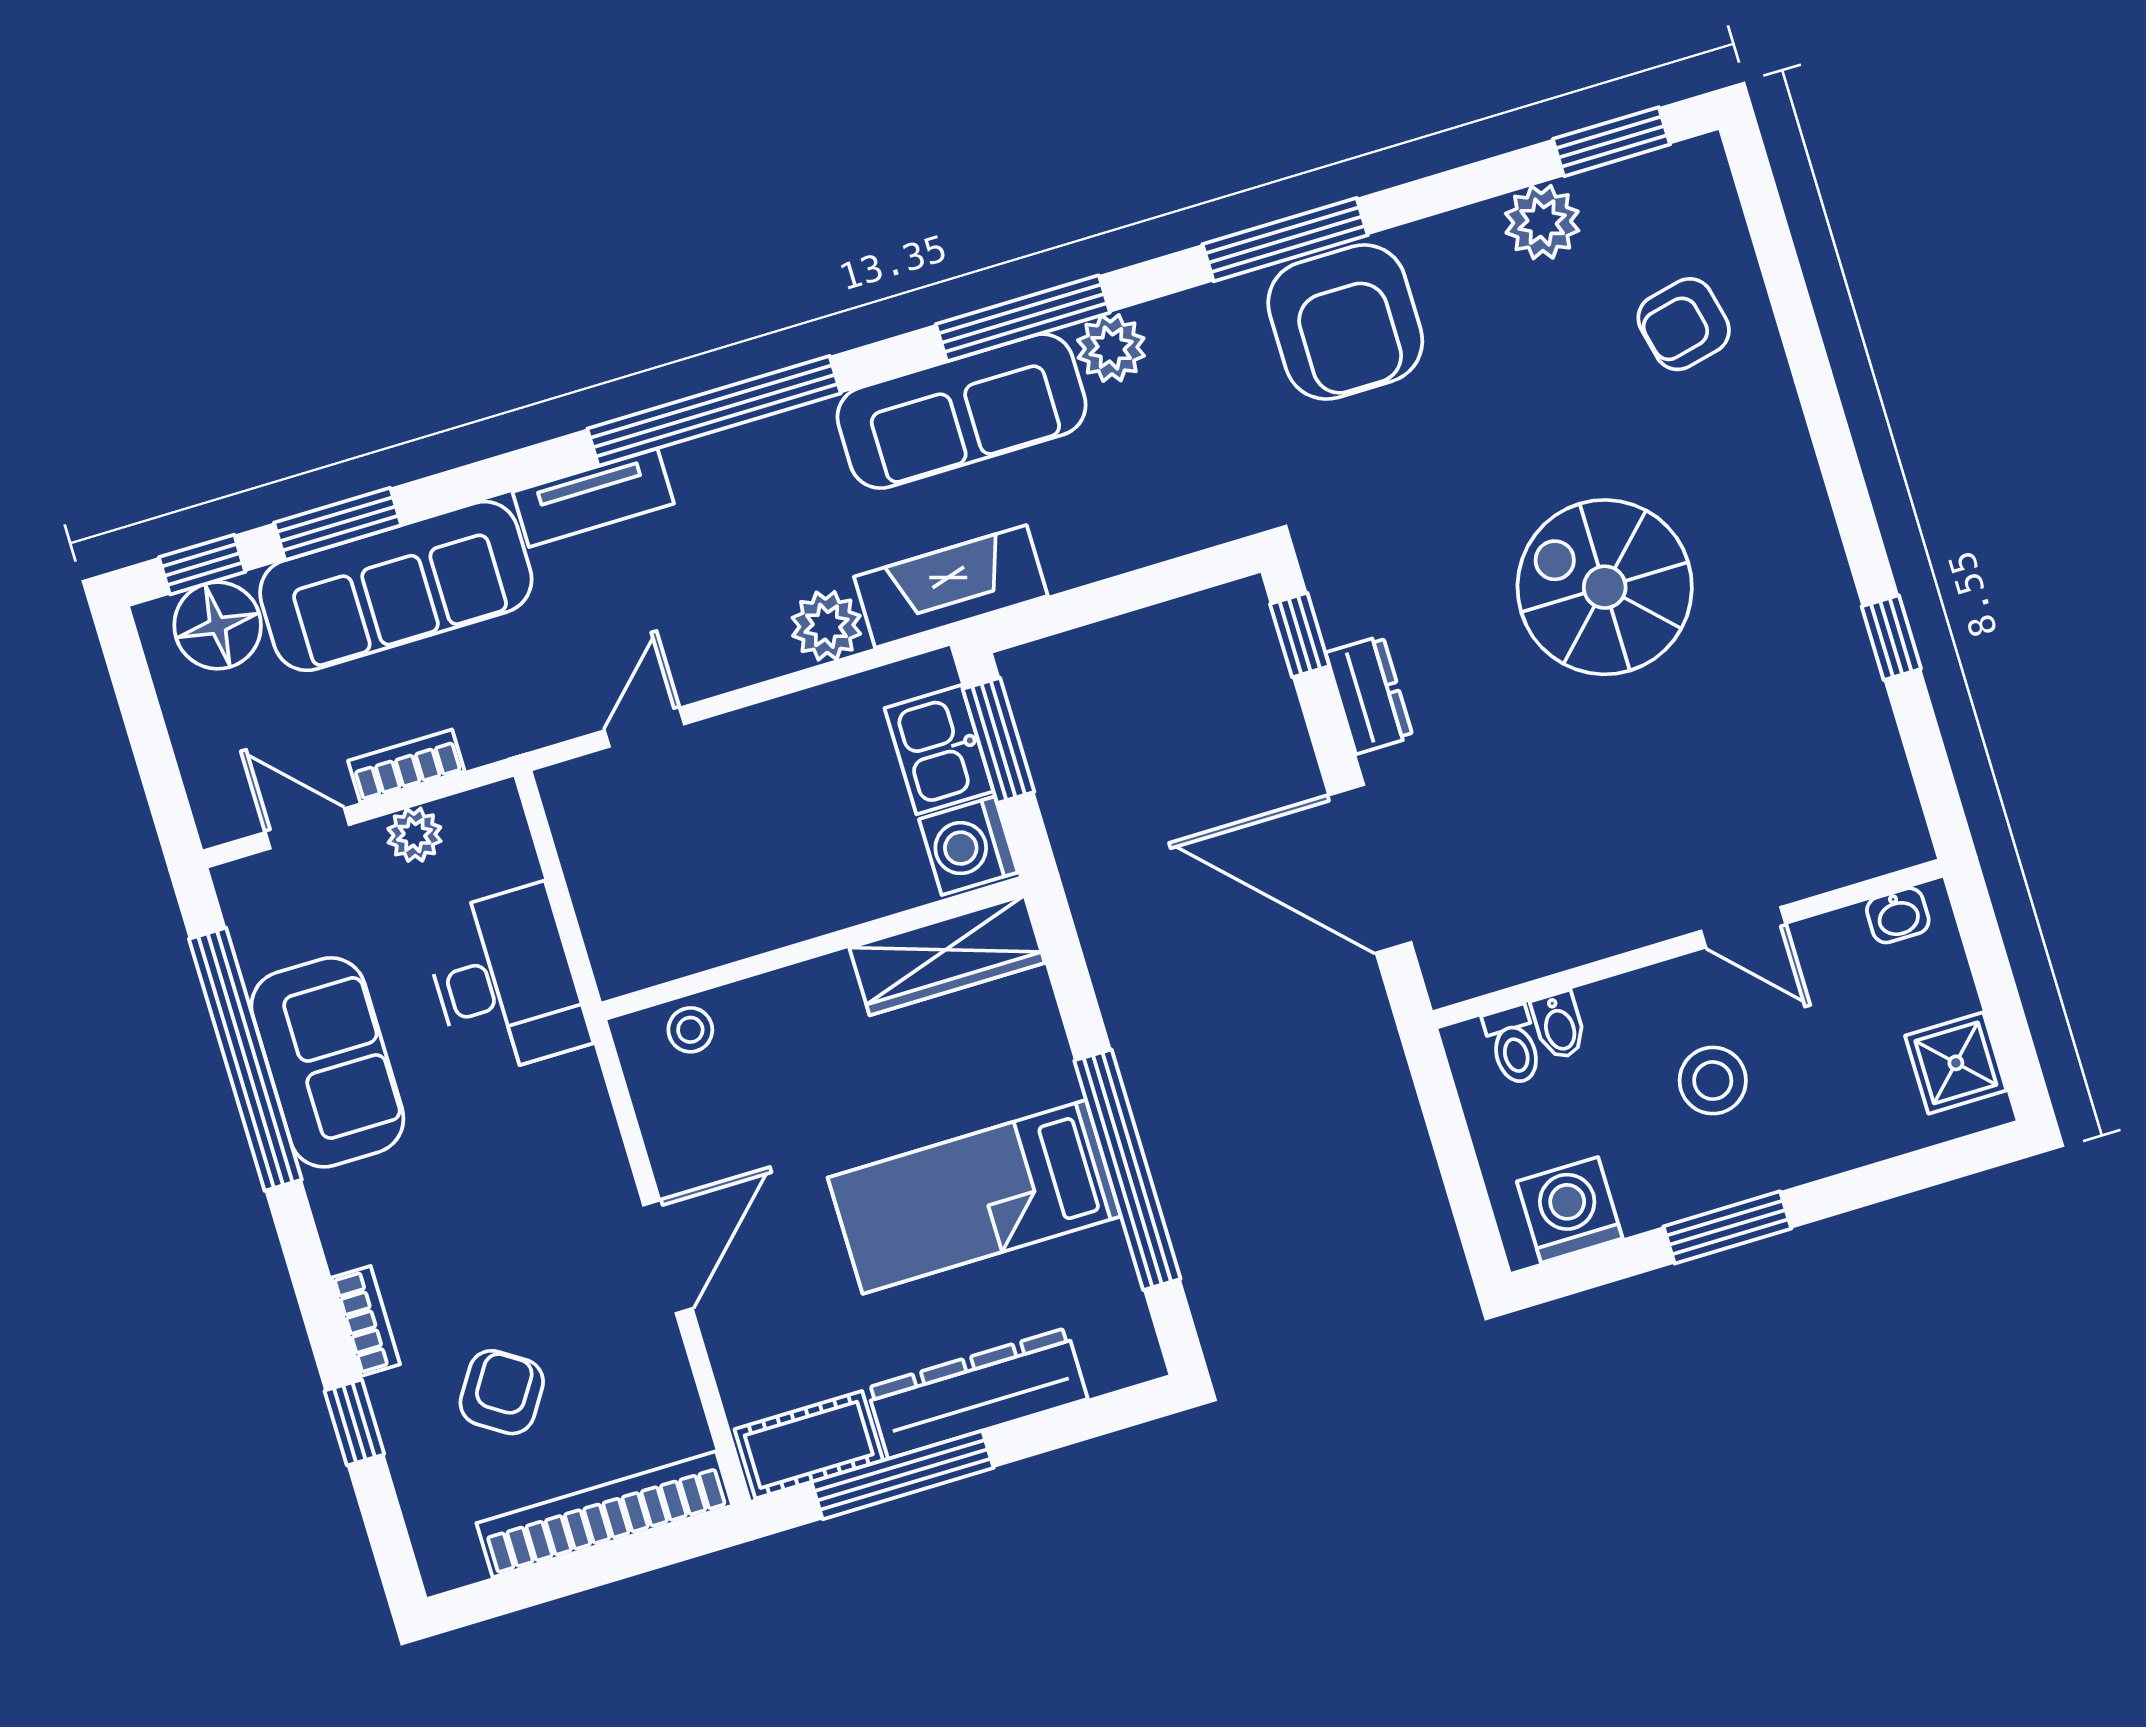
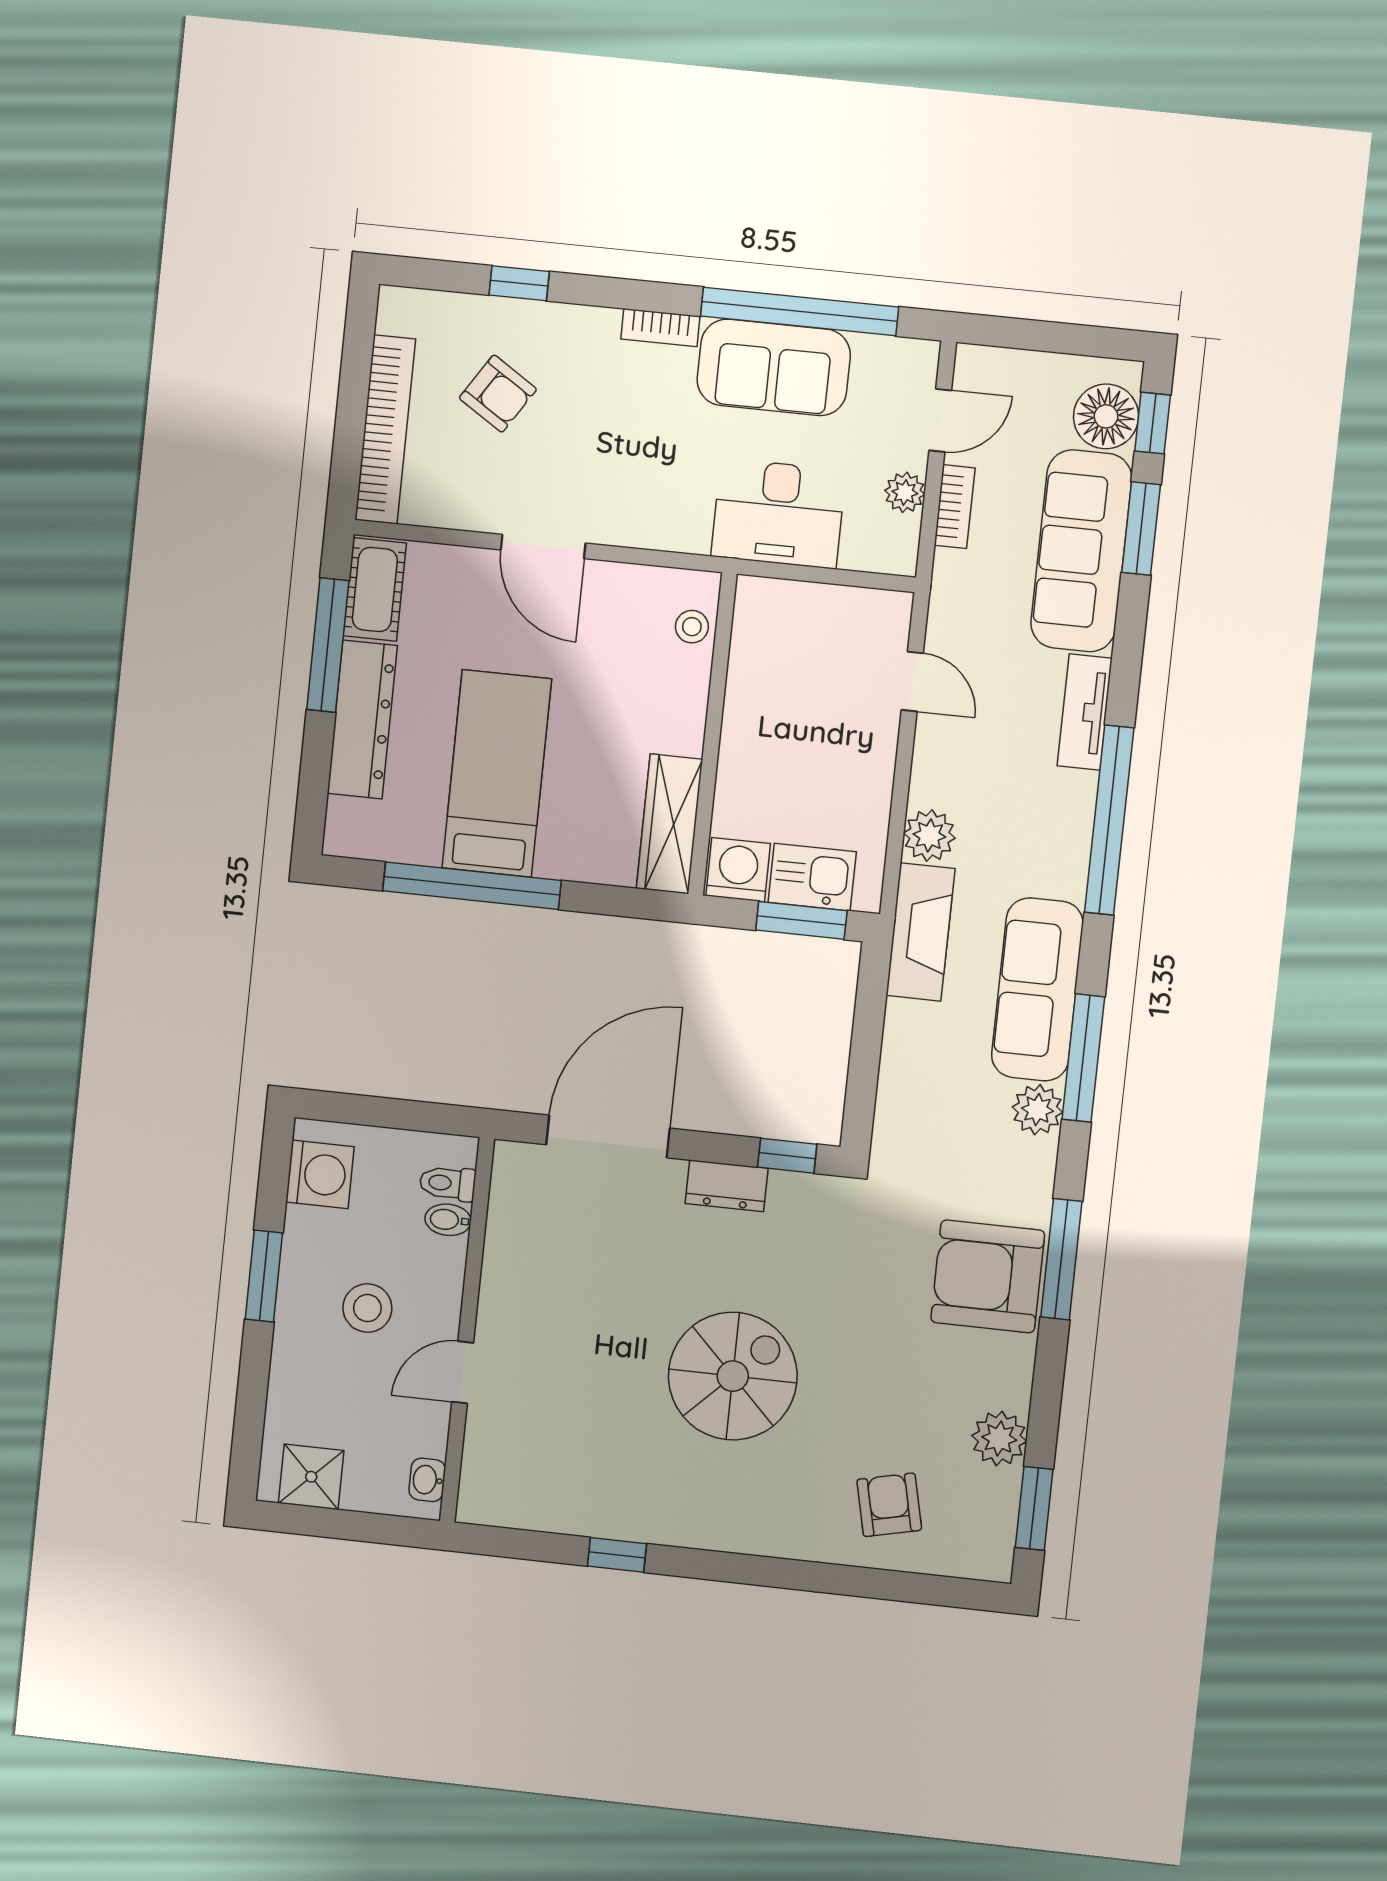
bookcase: (366, 1321) -> (660, 328), moved

